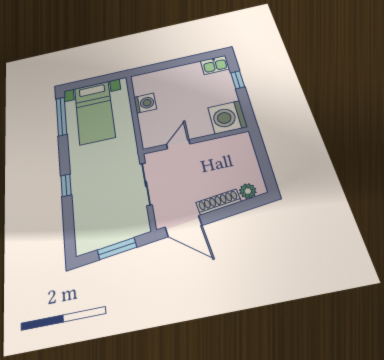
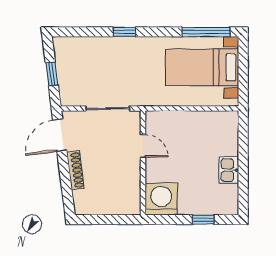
kitchen sink: (215, 65) -> (229, 170), moved
washing machine: (145, 103) -> (200, 121), removed
plant: (248, 191) -> (80, 198), removed
window: (117, 249) -> (52, 74), width x0.67

